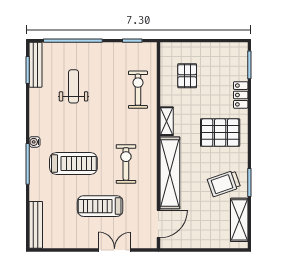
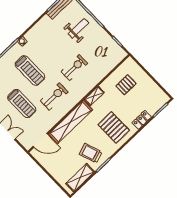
weight bench: (74, 86) -> (78, 28), moved
exercise bike: (138, 90) -> (74, 68), moved
treadmill: (100, 206) -> (22, 103), turned 180

